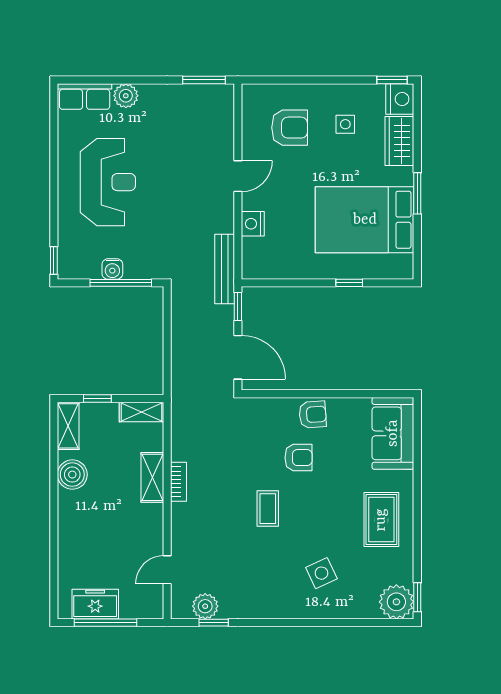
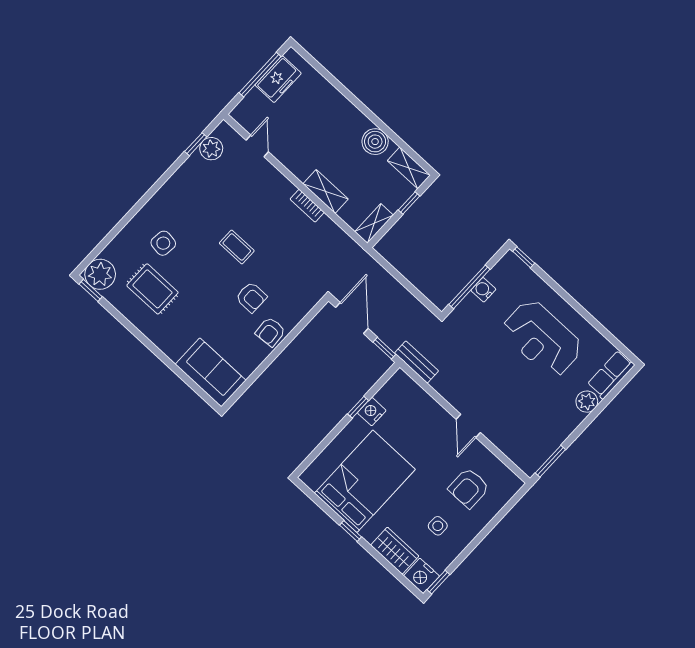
window: (417, 193) -> (350, 531), width x0.67
nightstand: (253, 224) -> (372, 412), moved, turned -90
bench: (225, 269) -> (416, 362), width x0.73
window: (349, 283) -> (358, 407), moved
door: (238, 357) -> (352, 318), swing flipped
armchair: (298, 458) -> (251, 297), turned -90
rug: (381, 520) -> (152, 289), moved
side table: (321, 573) -> (163, 243), turned 32

